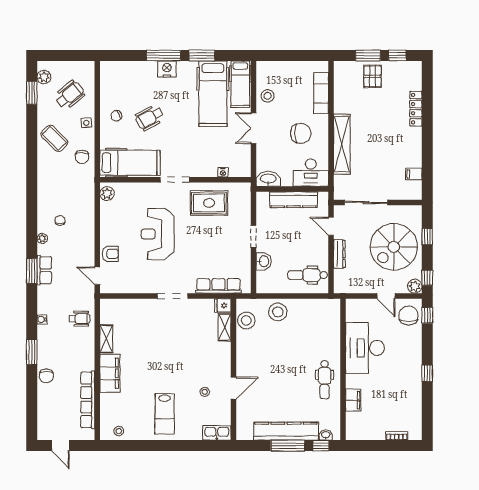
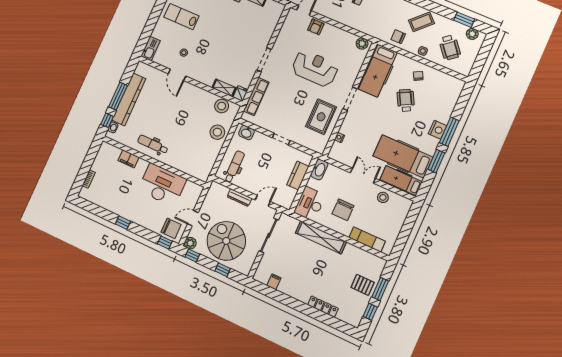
kitchen counter: (294, 200) -> (298, 176), width x0.67
washbasin: (264, 261) -> (246, 133), moved

